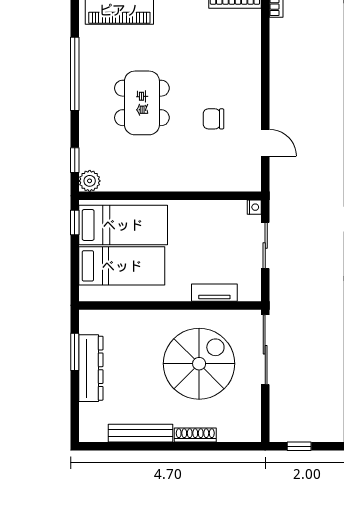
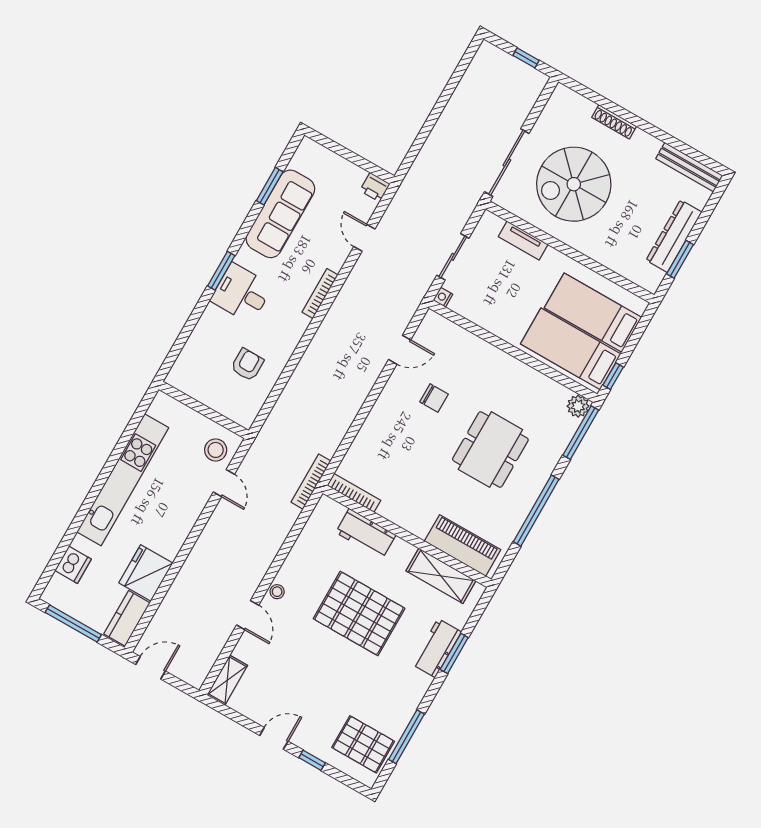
door: (265, 143) -> (400, 350), swing flipped
window: (75, 160) -> (581, 433), width x2.17
bench: (140, 433) -> (689, 167), moved

